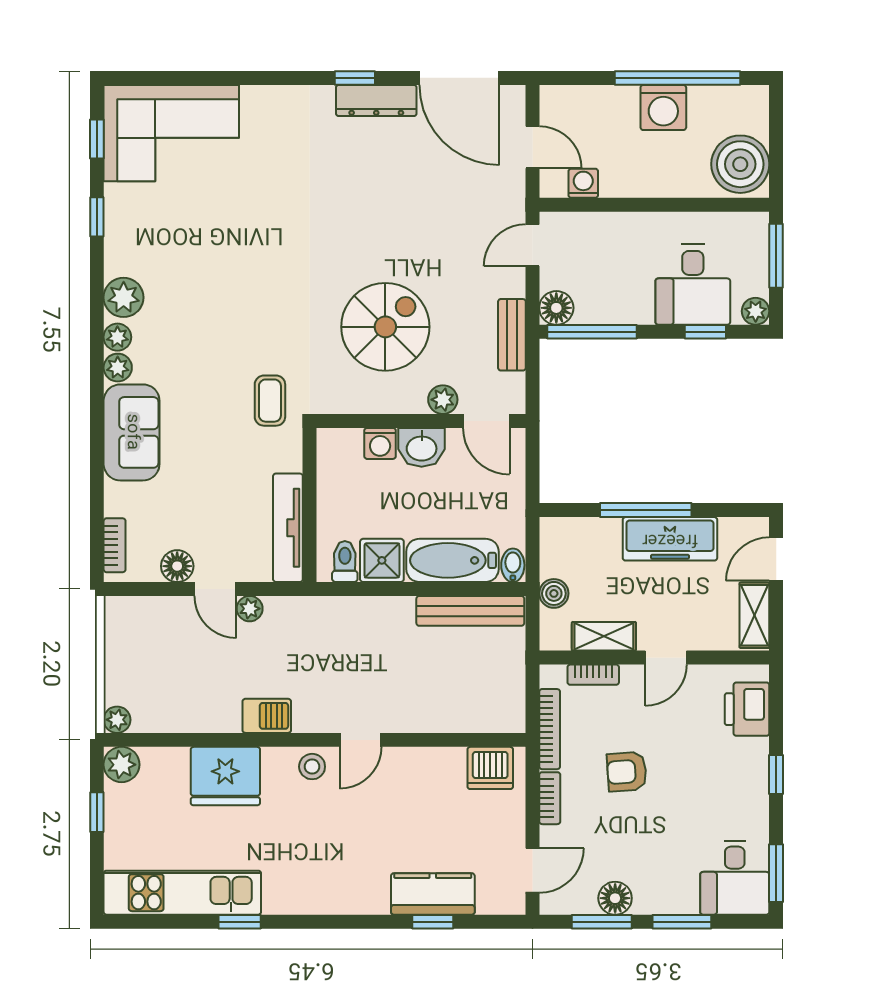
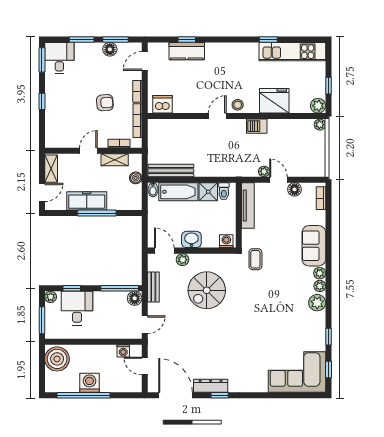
washing machine: (380, 443) -> (226, 241), moved
printer: (747, 709) -> (54, 129), removed

